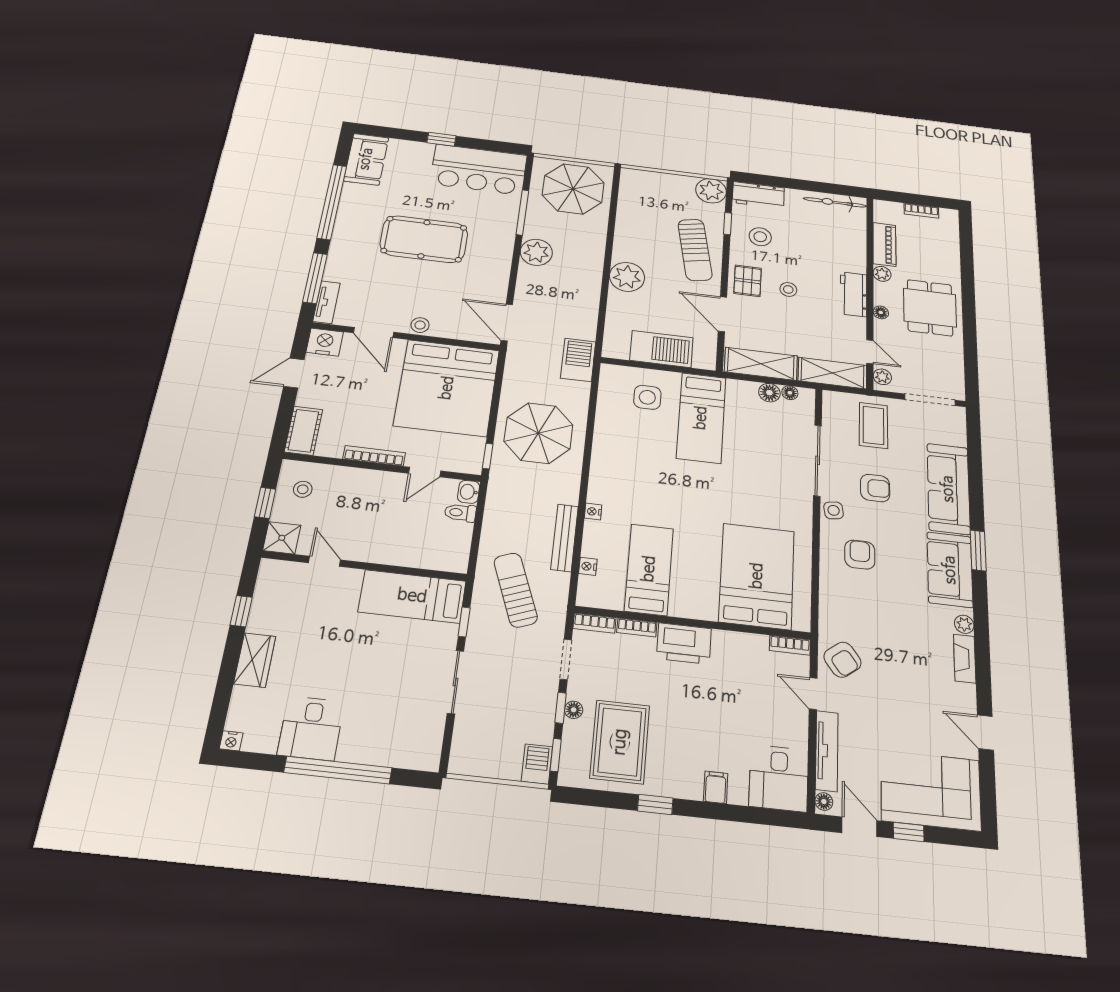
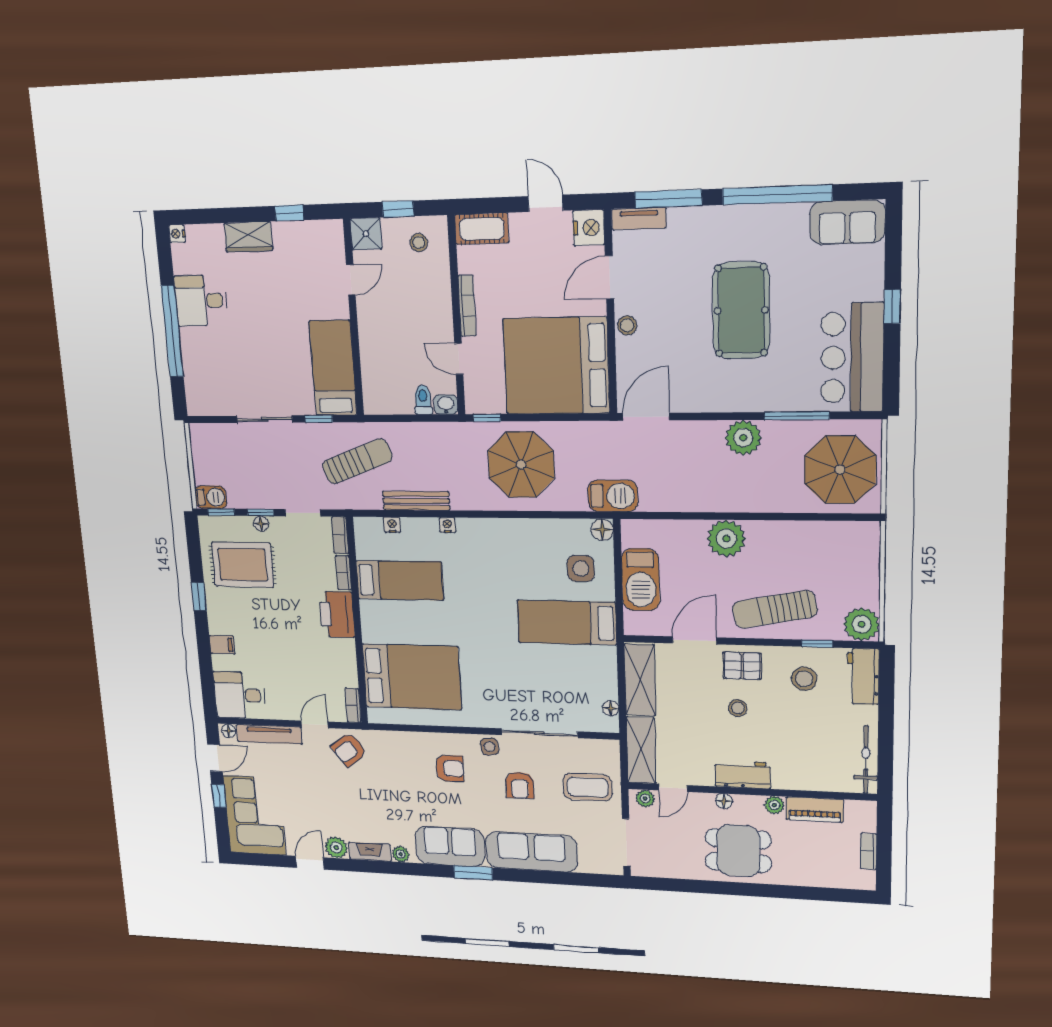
floor lamp: (769, 393) -> (602, 530), moved
plant: (963, 697) -> (336, 847), added

